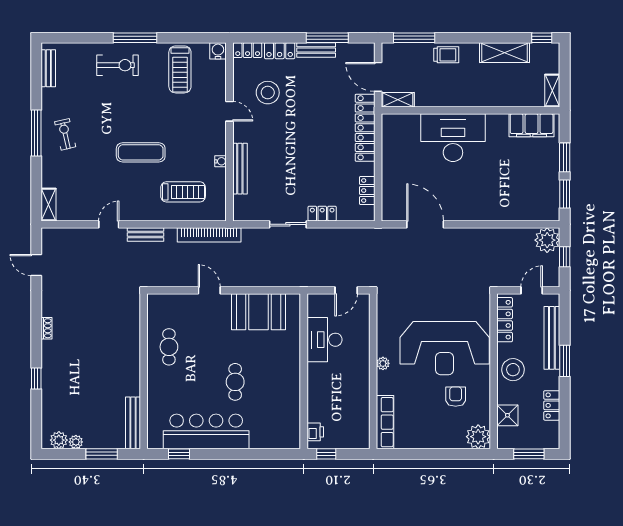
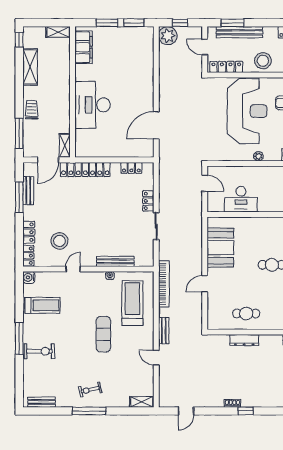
bench: (316, 50) -> (28, 191), moved
exercise bike: (118, 65) -> (39, 351), turned 90
treadmill: (183, 192) -> (132, 303), width x1.37, depth x1.38
dresser: (133, 344) -> (244, 340), added
window: (565, 361) -> (232, 23), moved
window: (36, 379) -> (246, 411), moved

